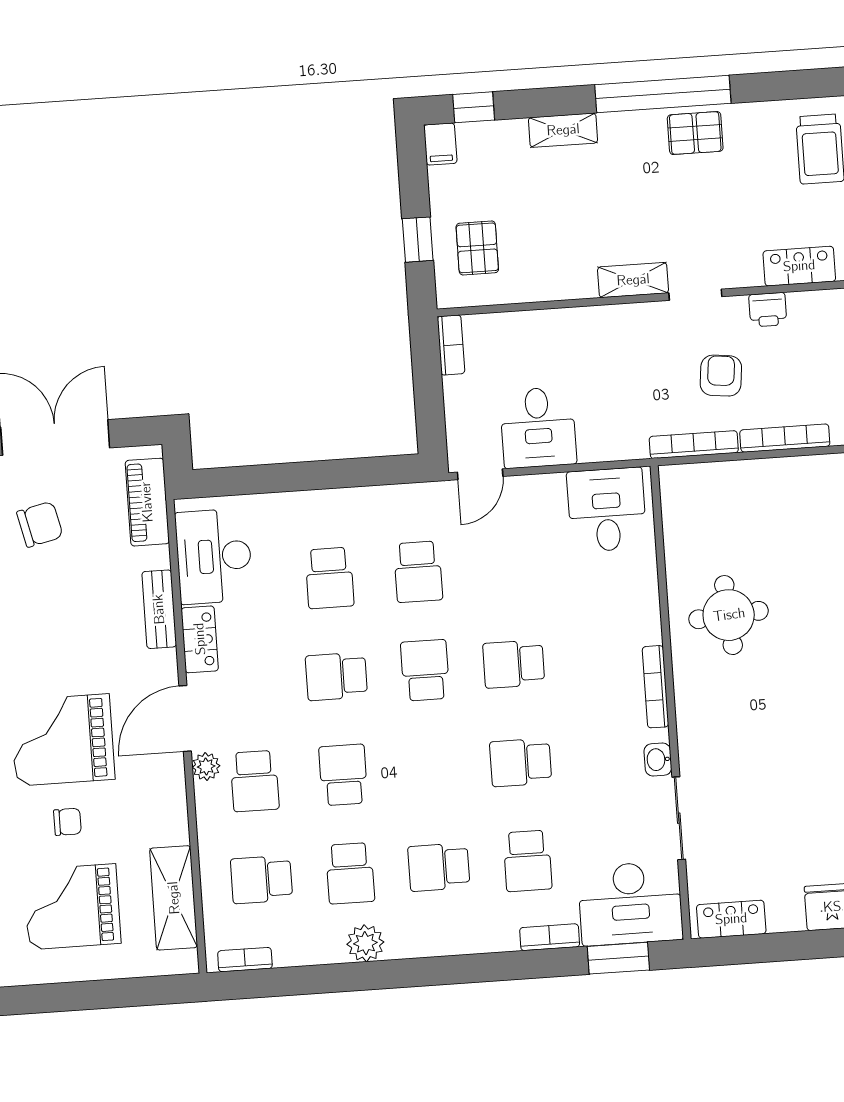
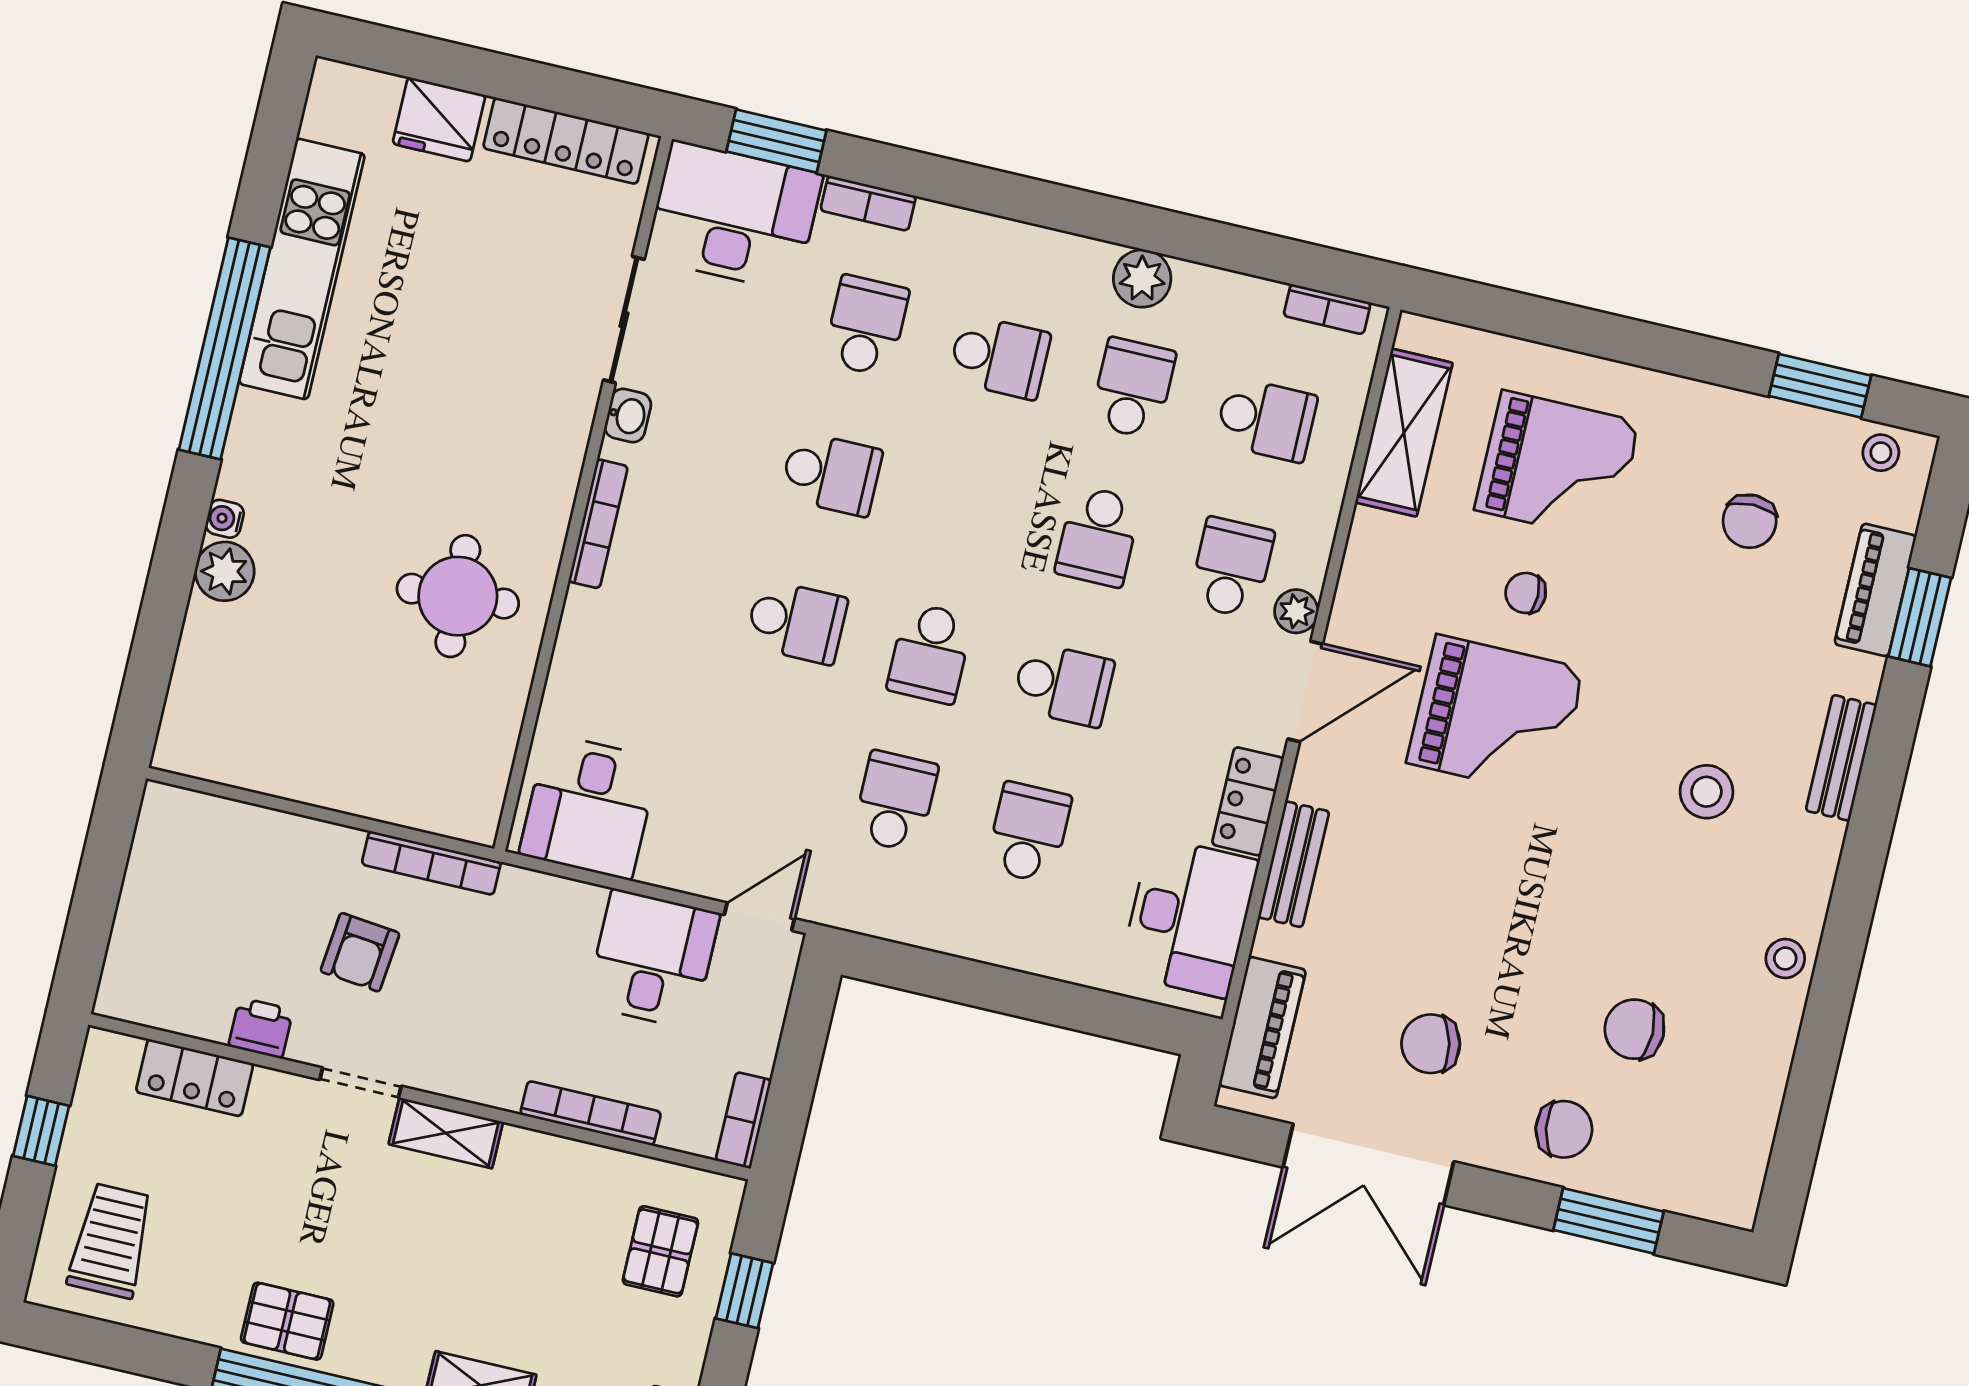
bookcase: (785, 438) -> (591, 1113), moved, turned 180
locker: (731, 919) -> (566, 141), width x1.53

